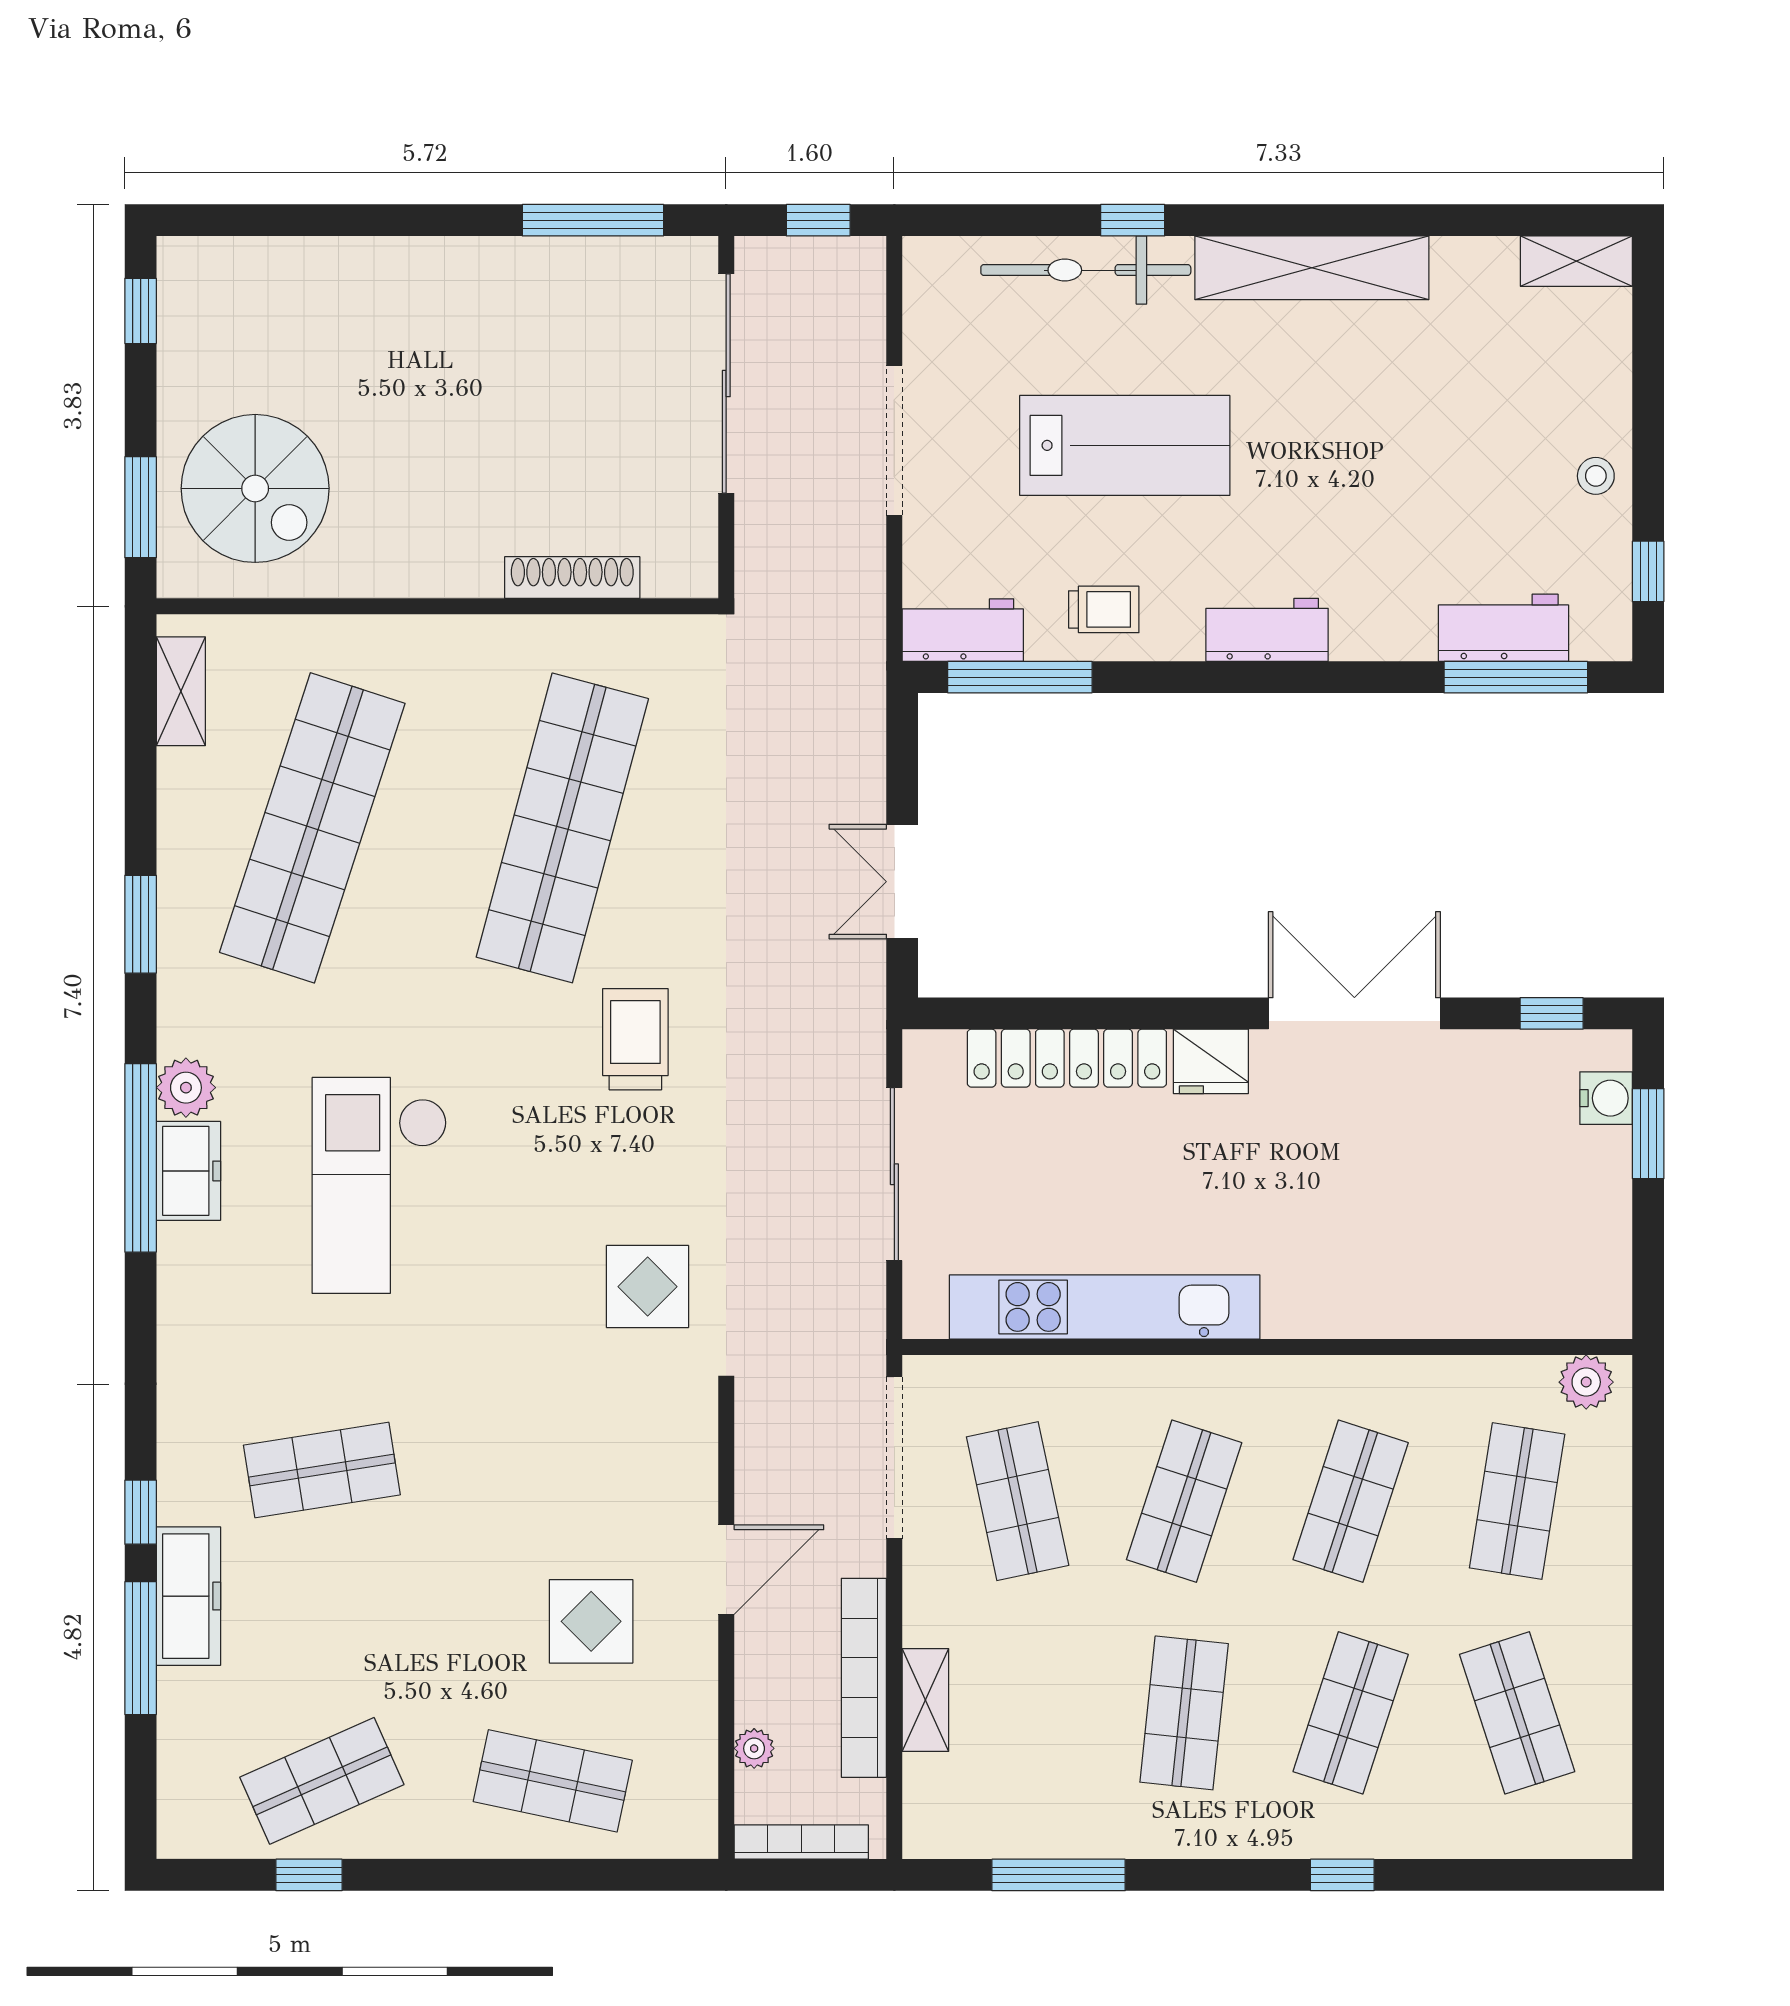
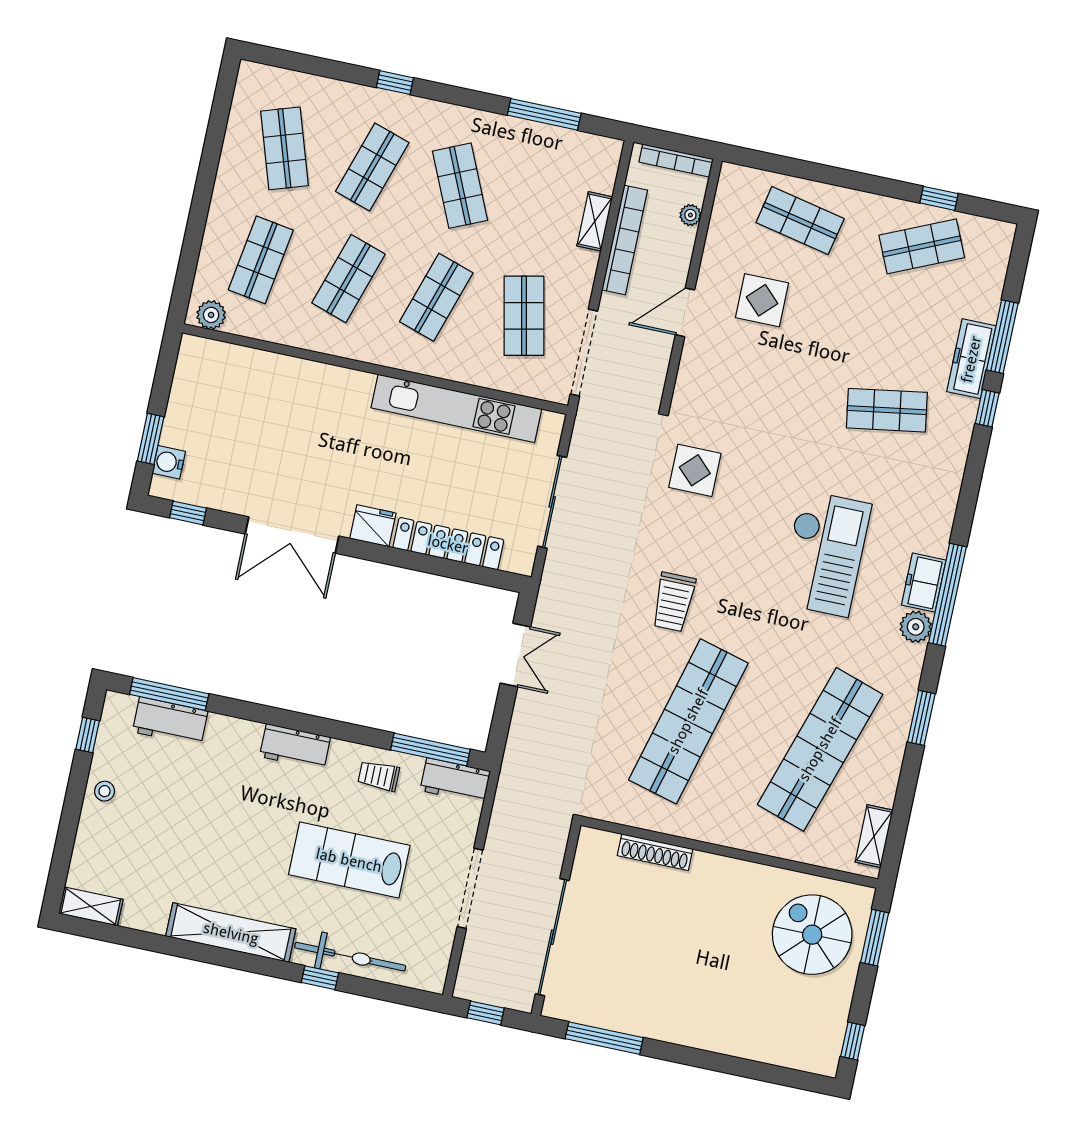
shop shelf: (1184, 1713) -> (460, 186), turned -30

